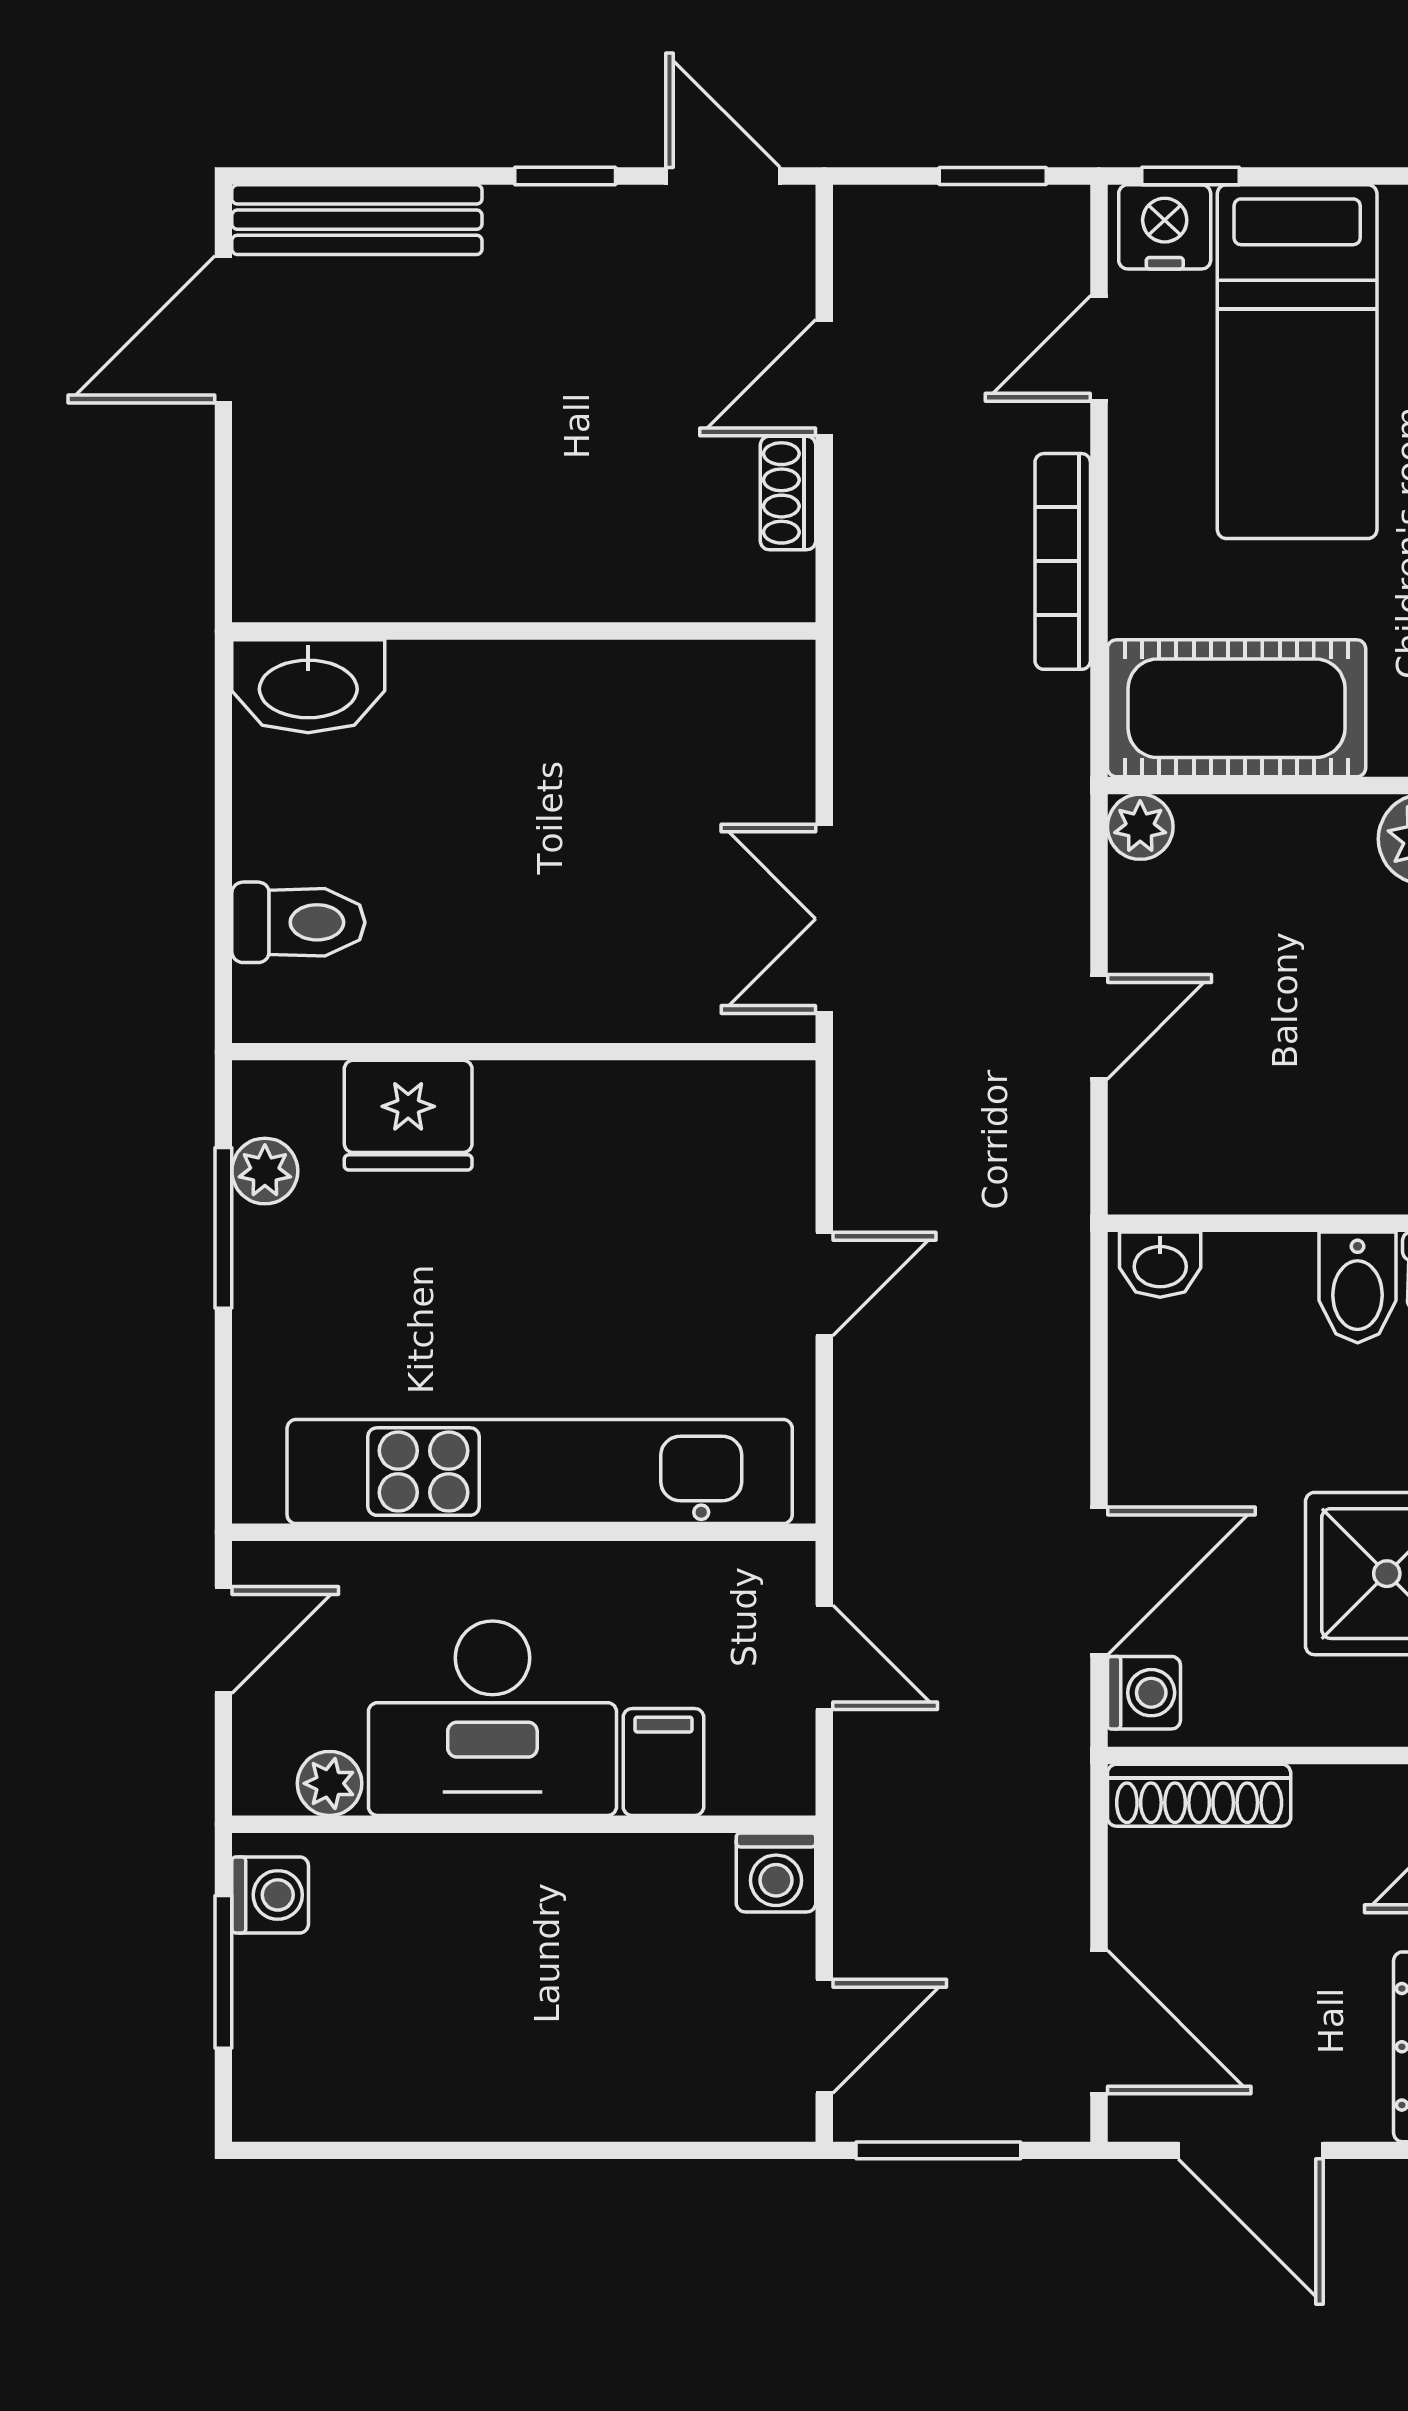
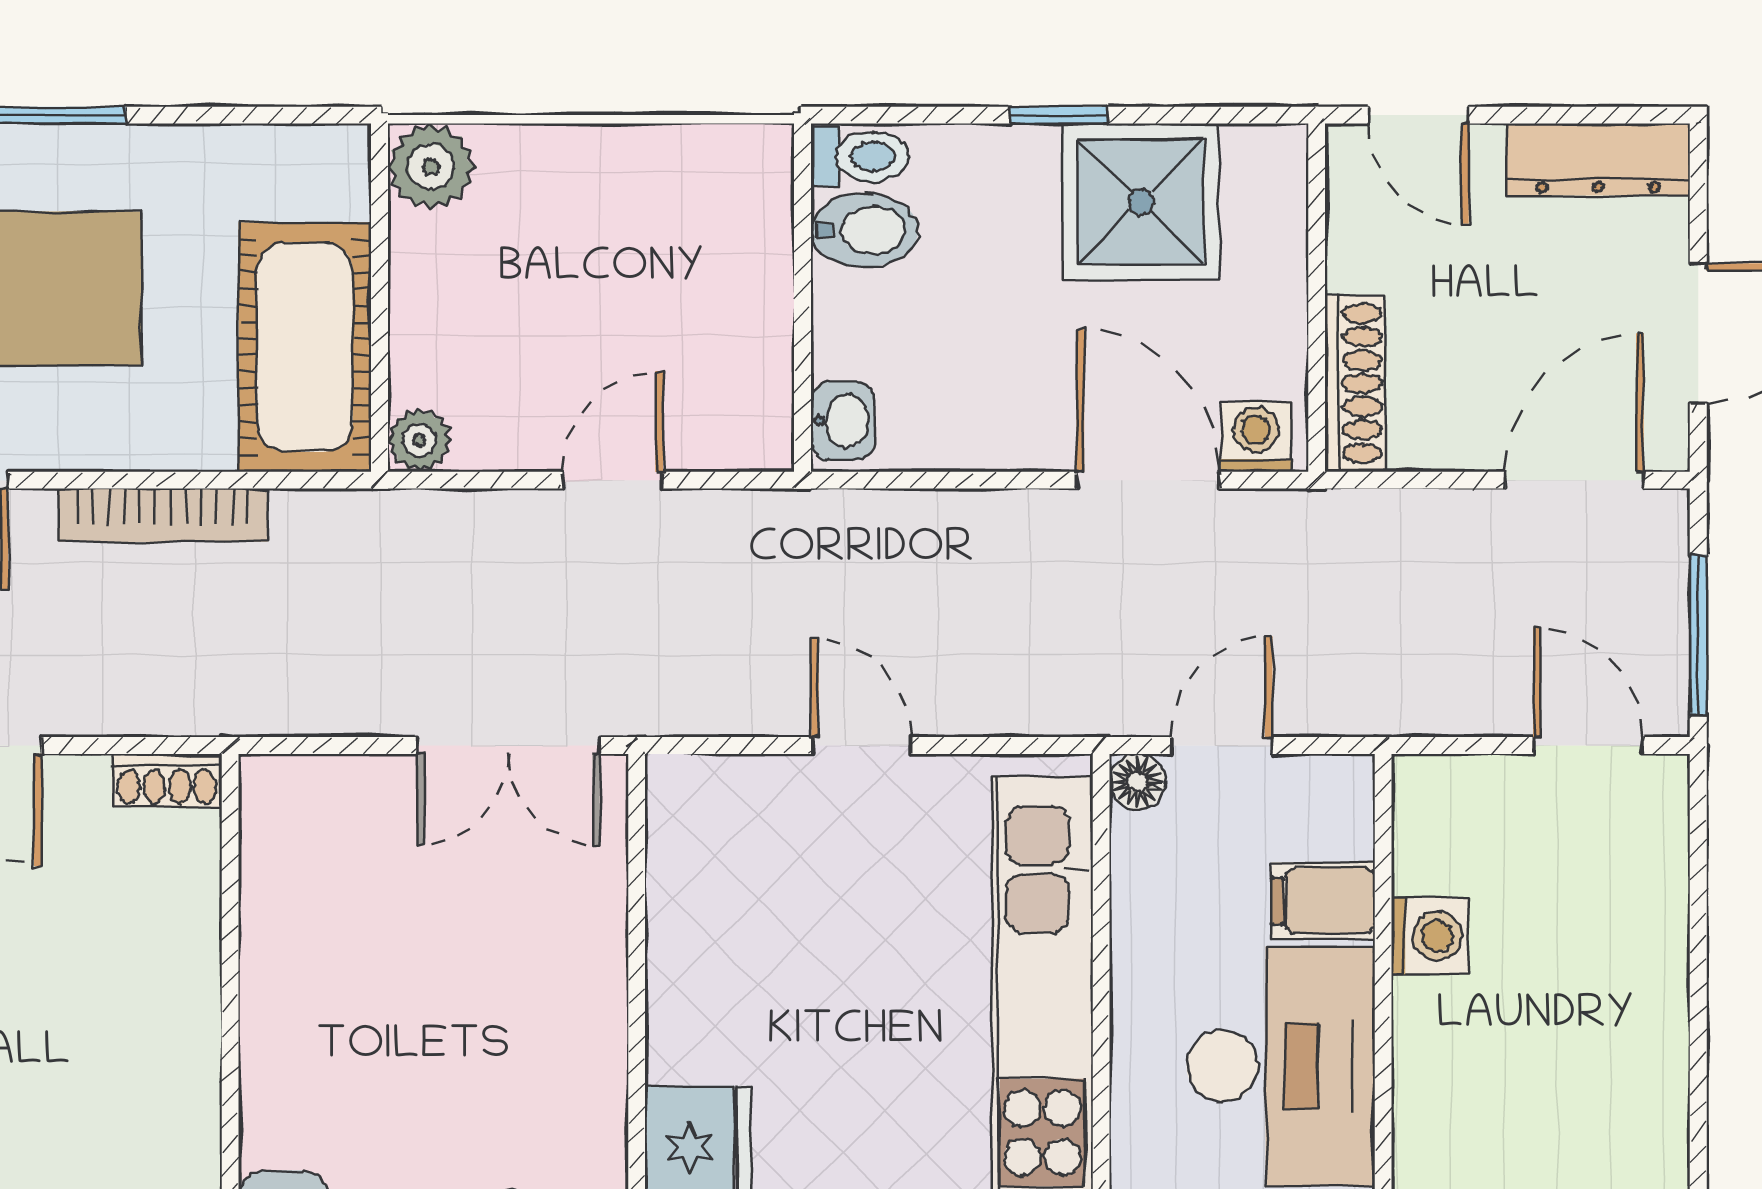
shoe rack: (788, 493) -> (167, 780), moved
door: (1099, 1027) -> (613, 480), hinge flipped
floor lamp: (787, 1570) -> (1137, 782), added
washing machine: (776, 1872) -> (1430, 936), moved

